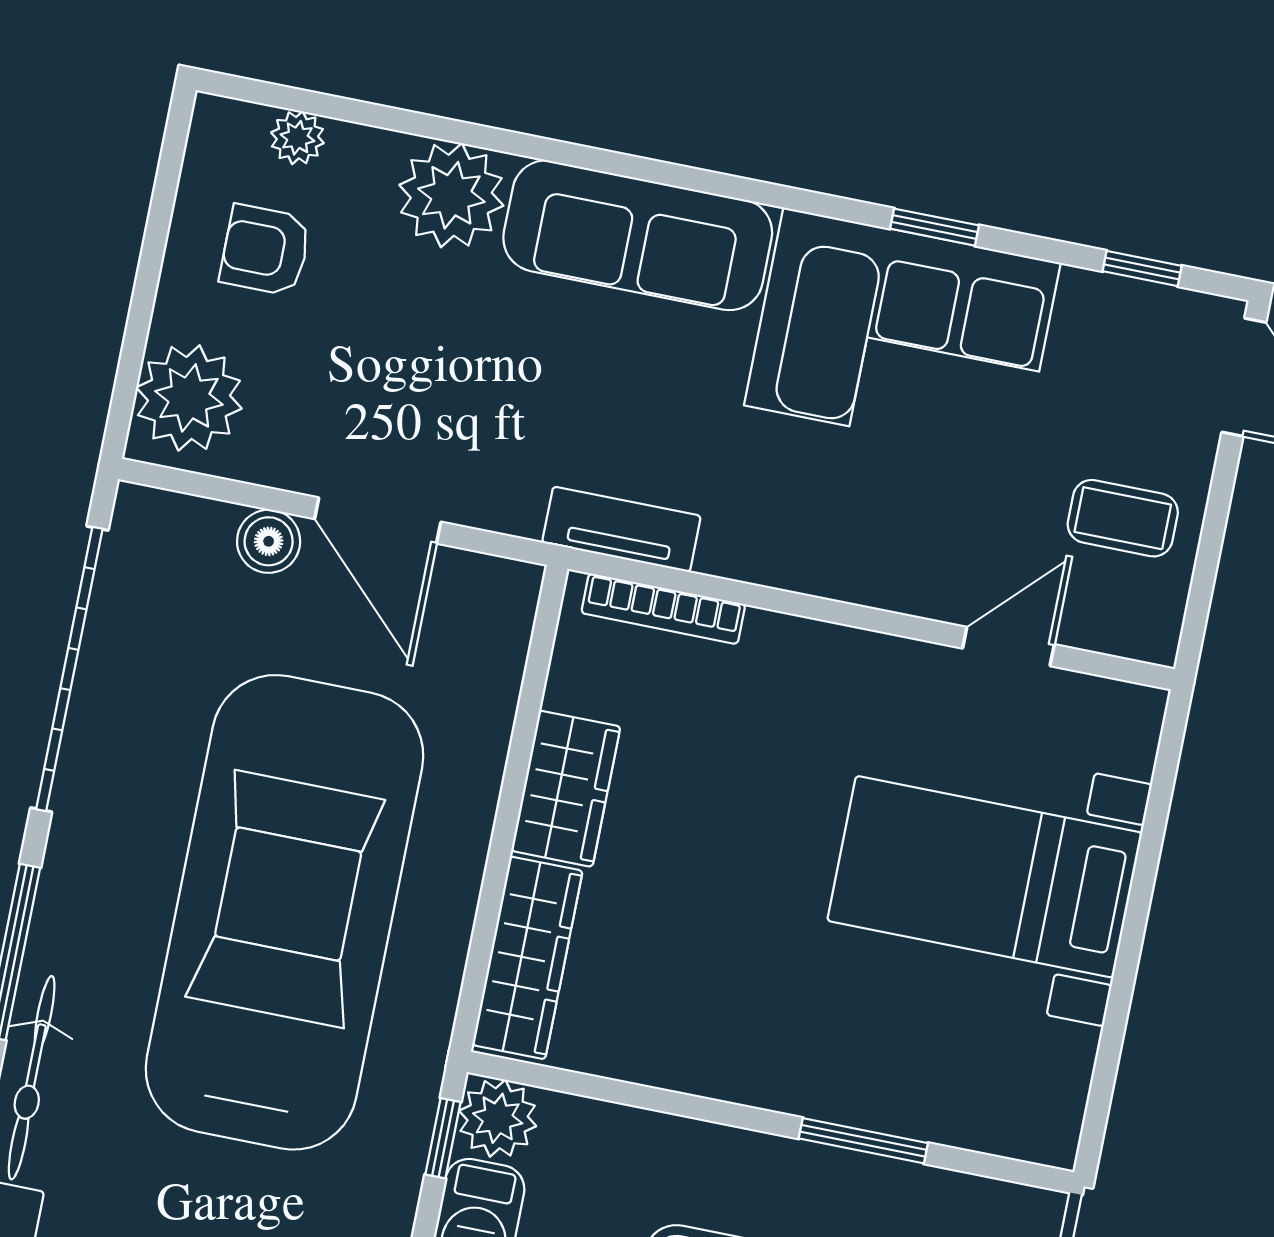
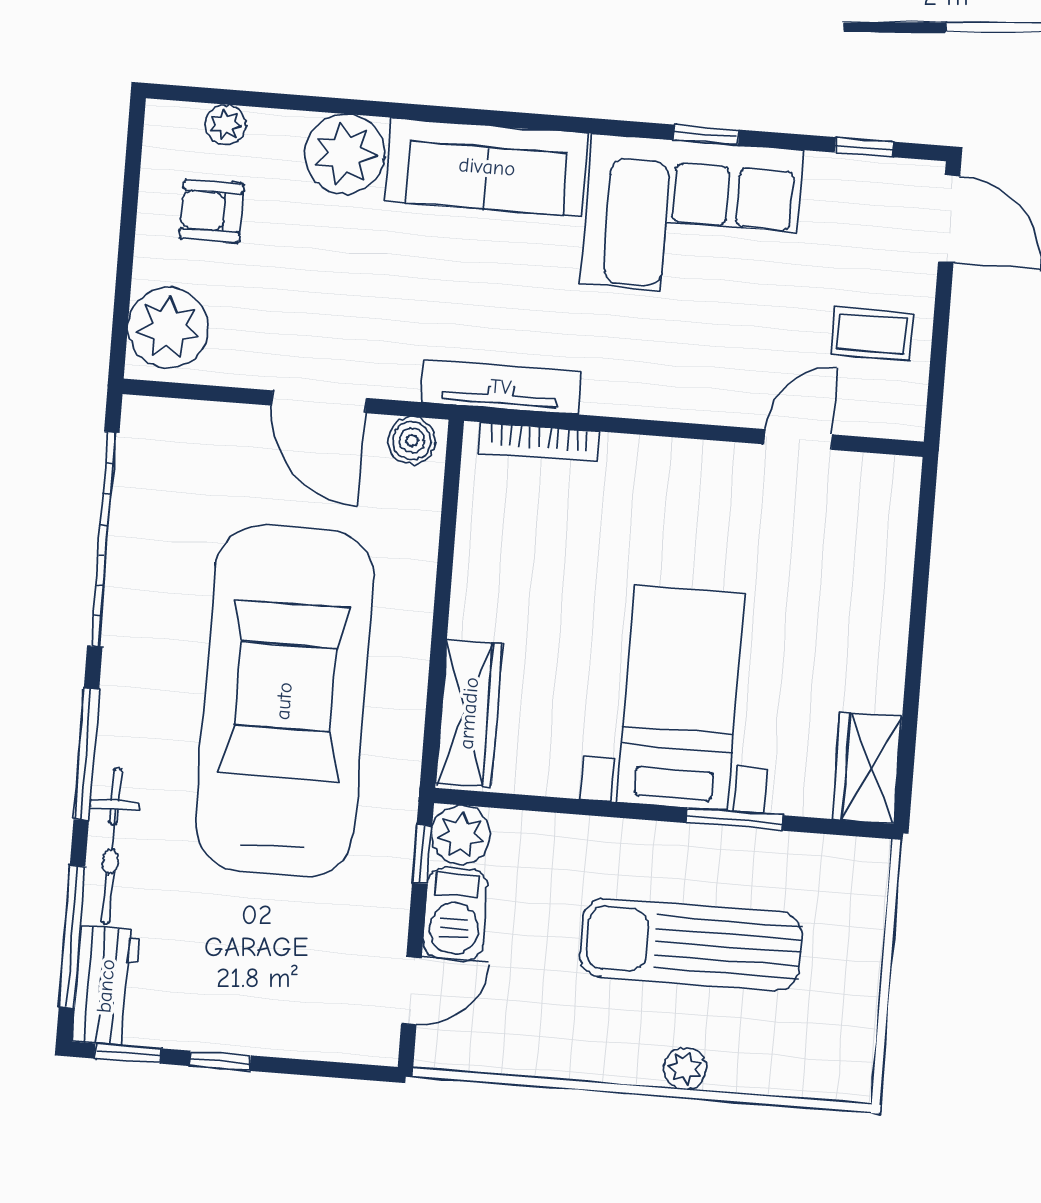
tv unit: (621, 529) -> (501, 387), width x1.41
boiler: (269, 541) -> (412, 440), moved
wardrobe: (566, 789) -> (867, 768), moved, turned 180
bed with nightstands: (985, 877) -> (680, 698), moved, turned 90

